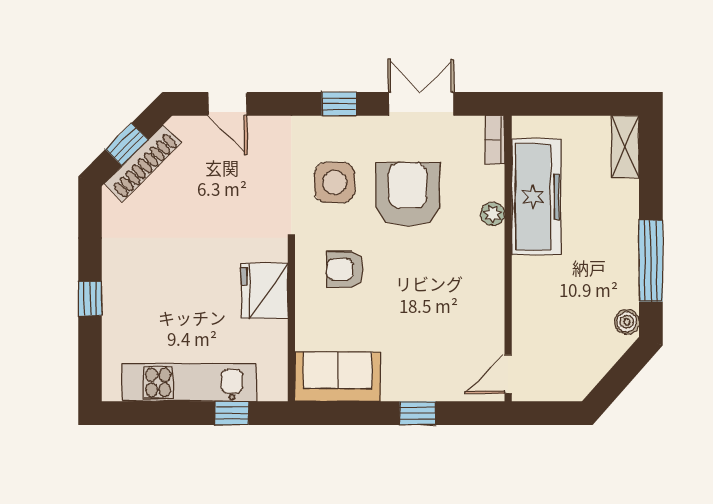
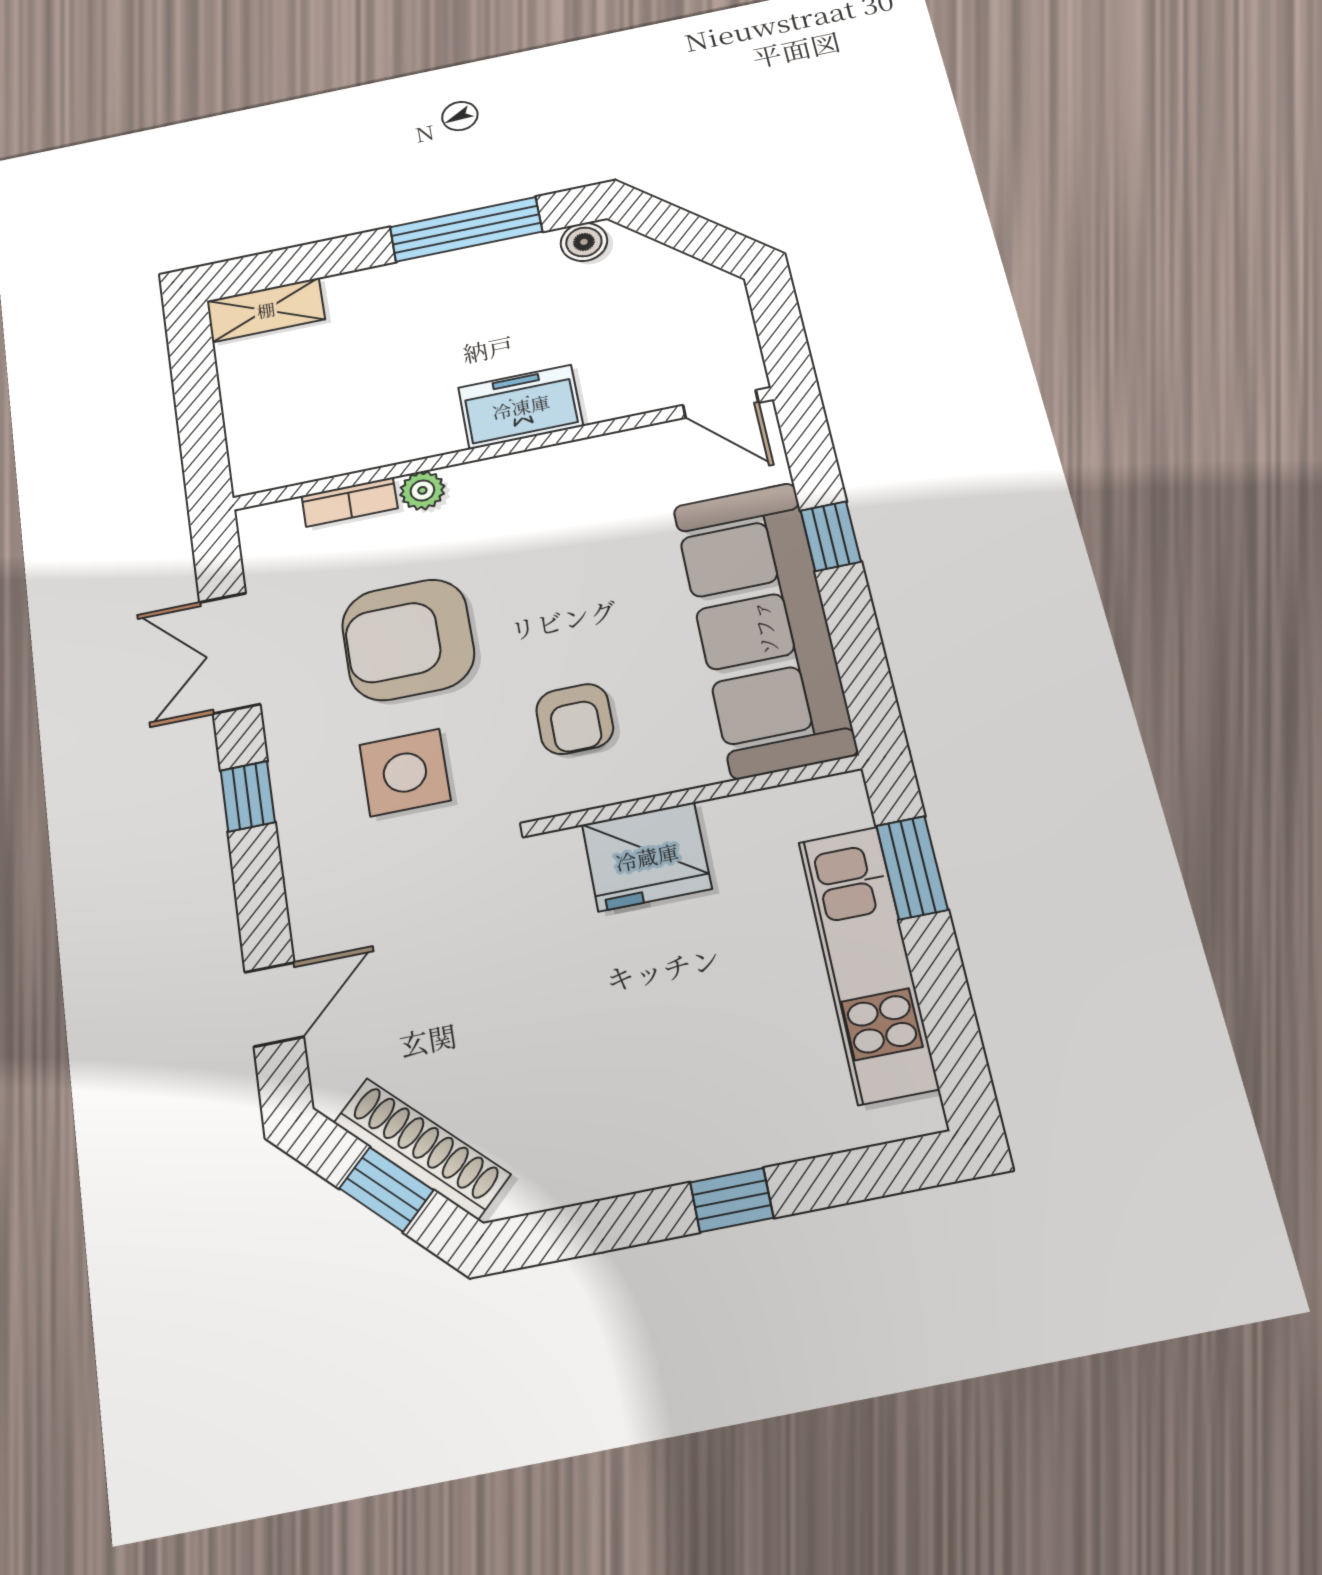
bookcase: (495, 140) -> (349, 502), moved
freezer: (536, 197) -> (521, 407), moved, width x0.52, depth x0.79
sofa: (338, 377) -> (764, 628), width x1.85, depth x1.27
window: (232, 413) -> (912, 868), width x1.50

